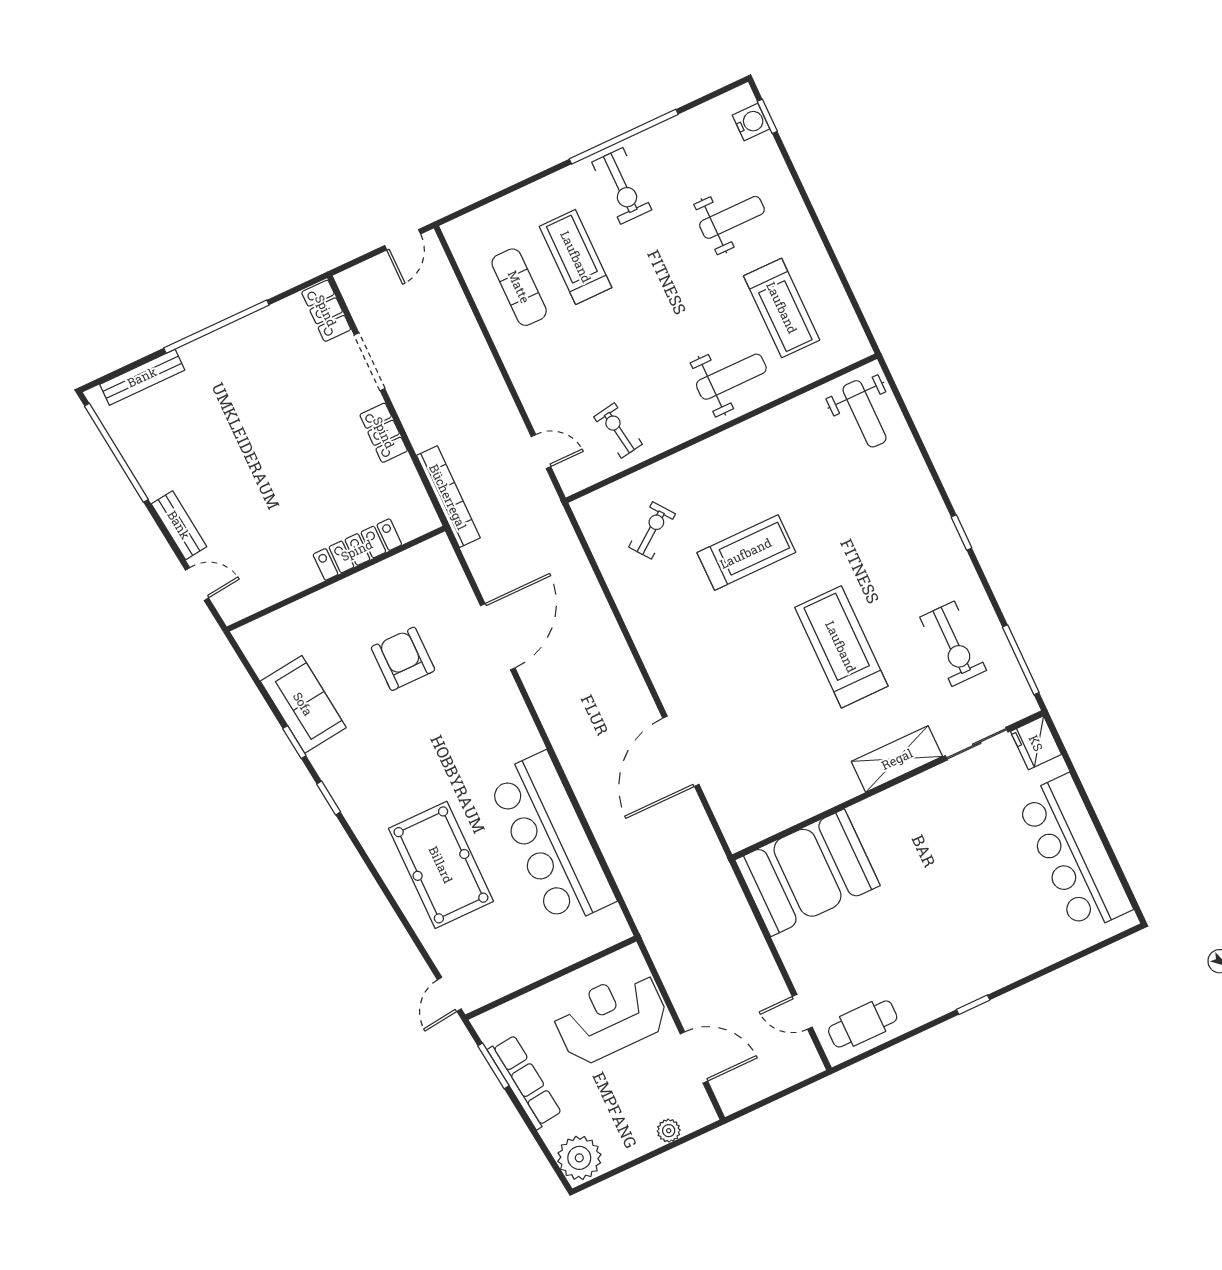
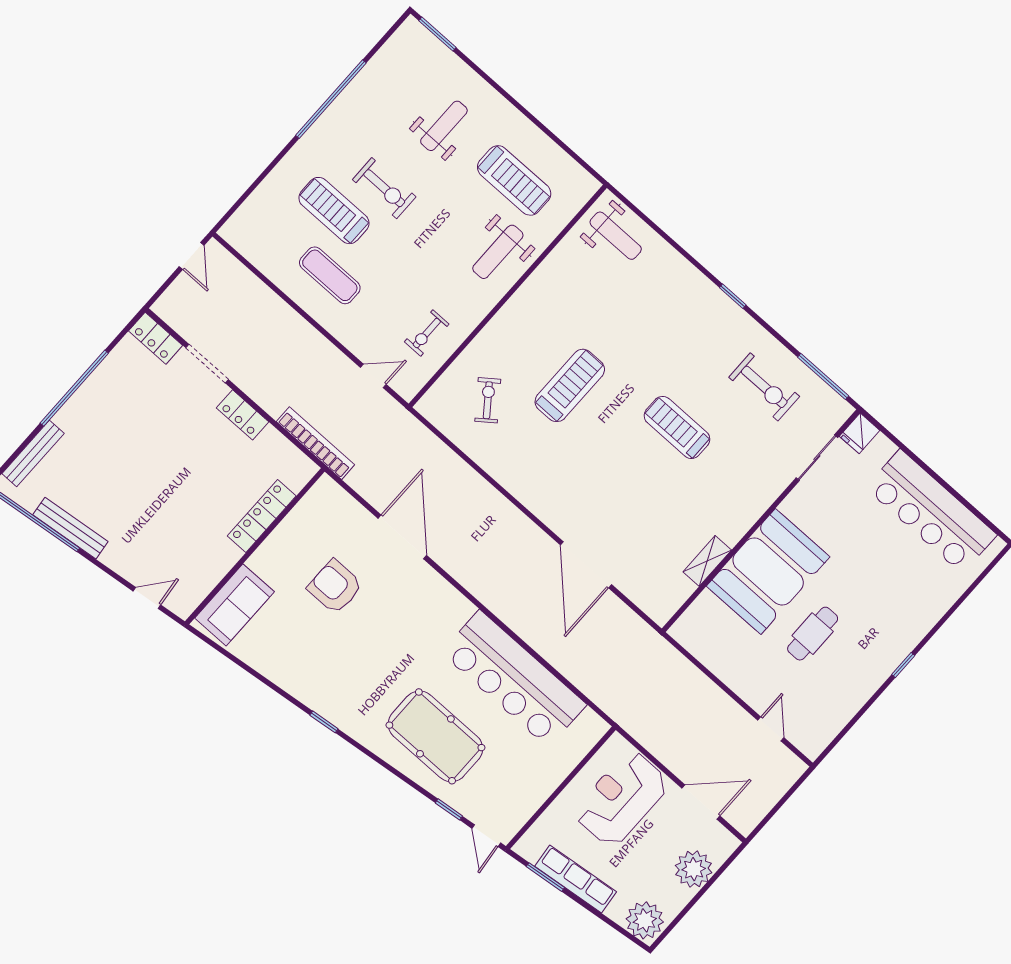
window: (767, 116) -> (437, 34), width x1.50
water cooler: (751, 122) -> (426, 44), removed
exercise bike: (622, 186) -> (384, 188), moved
exercise mat: (519, 287) -> (330, 275), moved
weight bench: (731, 377) -> (498, 252), turned 180
exercise bike: (618, 431) -> (427, 333), turned -81
bench: (179, 525) -> (70, 528), moved, width x1.36
treadmill: (841, 647) -> (677, 427), width x0.73, depth x0.73
sofa: (303, 704) -> (235, 605), moved, turned 97
window: (294, 742) -> (449, 809), moved
fridge: (1036, 743) -> (860, 433), width x0.72
shelving: (897, 759) -> (707, 561), moved, width x0.67, depth x0.75
booth: (807, 873) -> (768, 571), moved
door: (802, 1012) -> (771, 729), swing flipped
cafe table: (863, 1024) -> (813, 634), moved
plant: (669, 1131) -> (694, 869), width x1.88, depth x1.88

